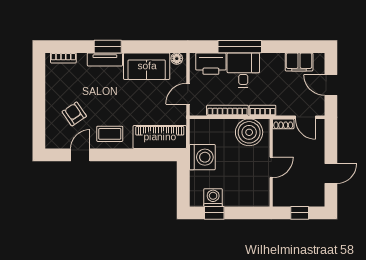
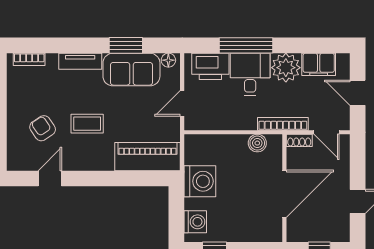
window: (108, 47) -> (126, 45), moved
plant: (272, 65) -> (286, 68), added
bookcase: (227, 110) -> (231, 124), removed
bookcase: (263, 110) -> (283, 124), width x1.56
boiler: (249, 132) -> (257, 143), width x0.54, depth x0.54
coffee table: (110, 134) -> (87, 124), moved
door: (271, 167) -> (284, 194), width x1.88
washing machine: (213, 198) -> (195, 222), moved, turned 90

